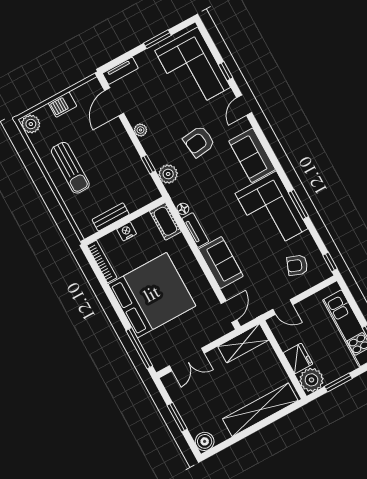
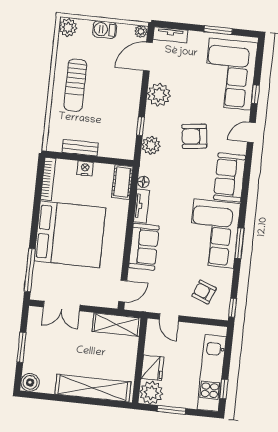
plant: (94, 85) -> (141, 31), added
plant: (141, 130) -> (159, 95), width x1.88, depth x1.88

